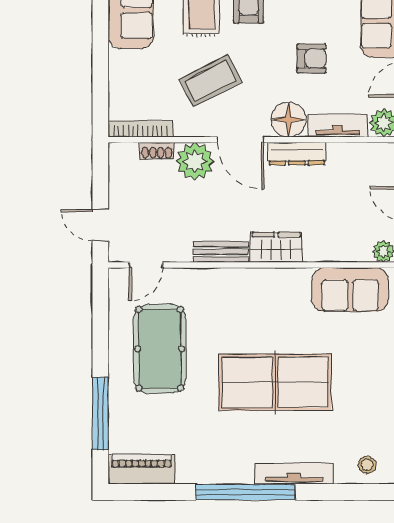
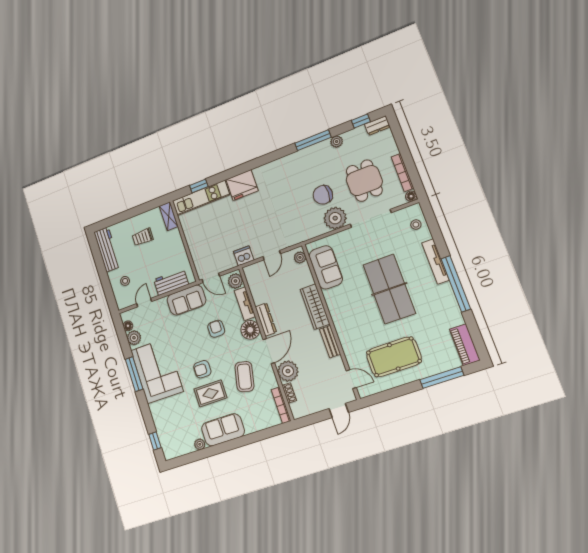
coffee table: (210, 81) -> (244, 377), turned 40
wardrobe: (276, 247) -> (315, 307), width x1.50

